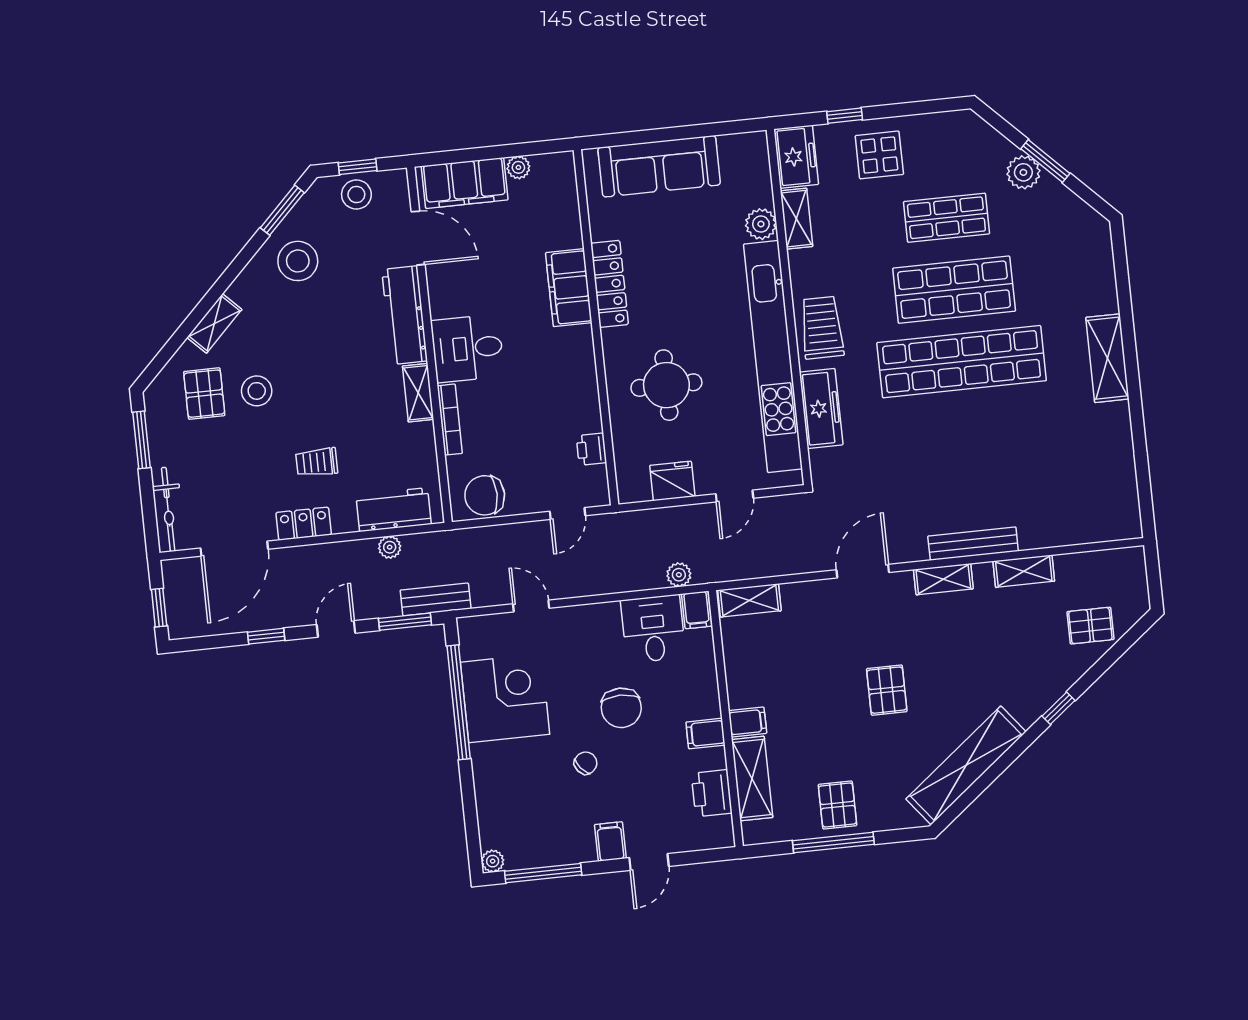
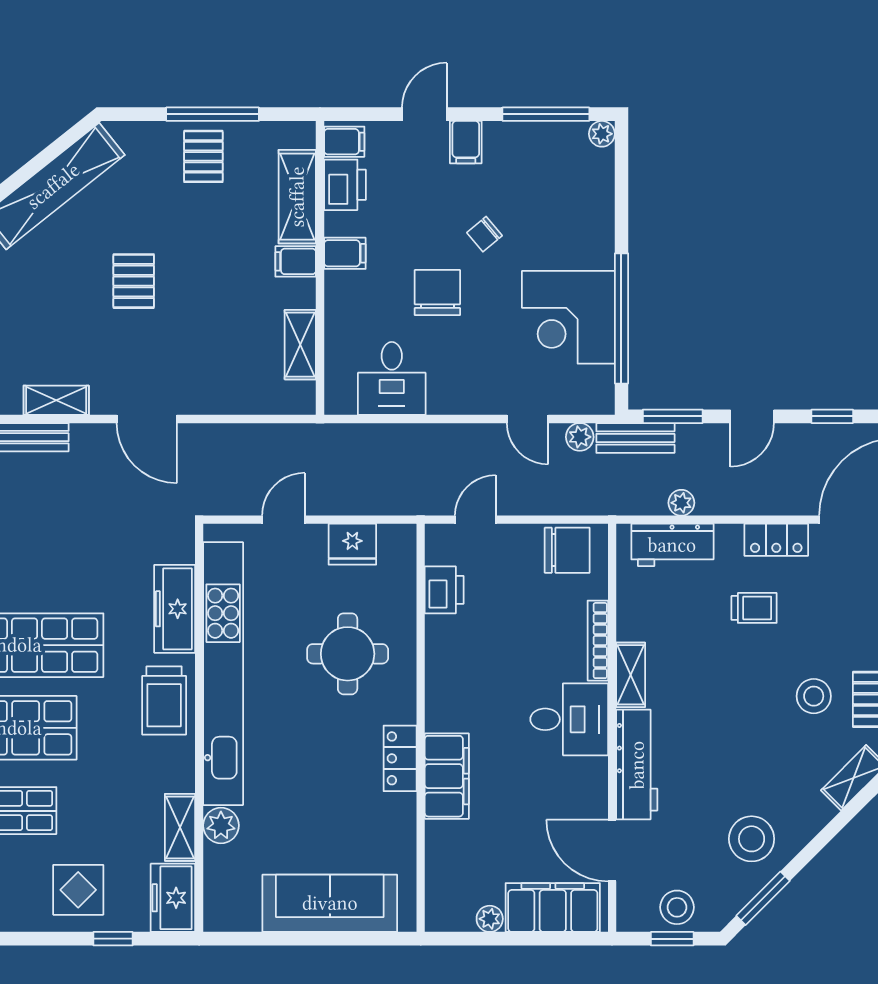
locker: (610, 284) -> (400, 758), width x0.66
printer: (591, 449) -> (444, 590), width x1.36, depth x1.24
door: (863, 571) -> (147, 419), hinge flipped
plant: (679, 575) -> (580, 437), moved
shelving: (749, 600) -> (300, 345), moved, turned 90
filing cabinet: (697, 610) -> (344, 142), moved, turned 90

